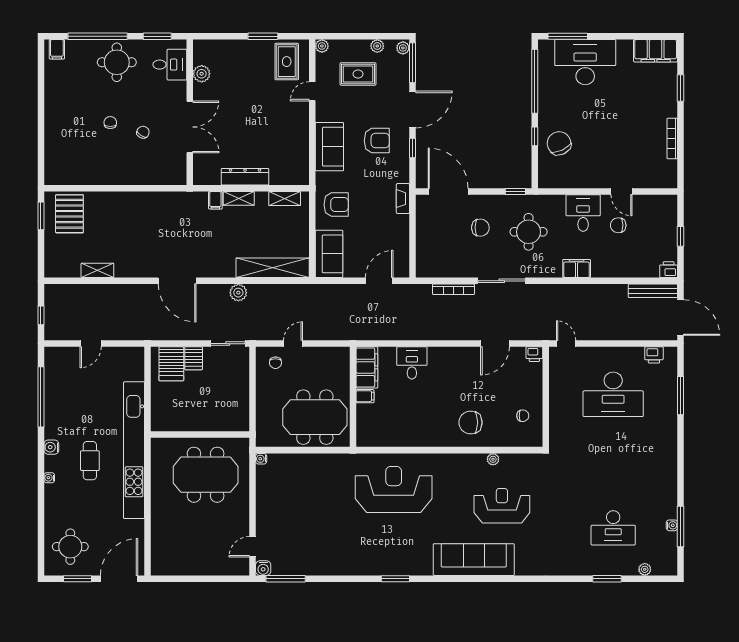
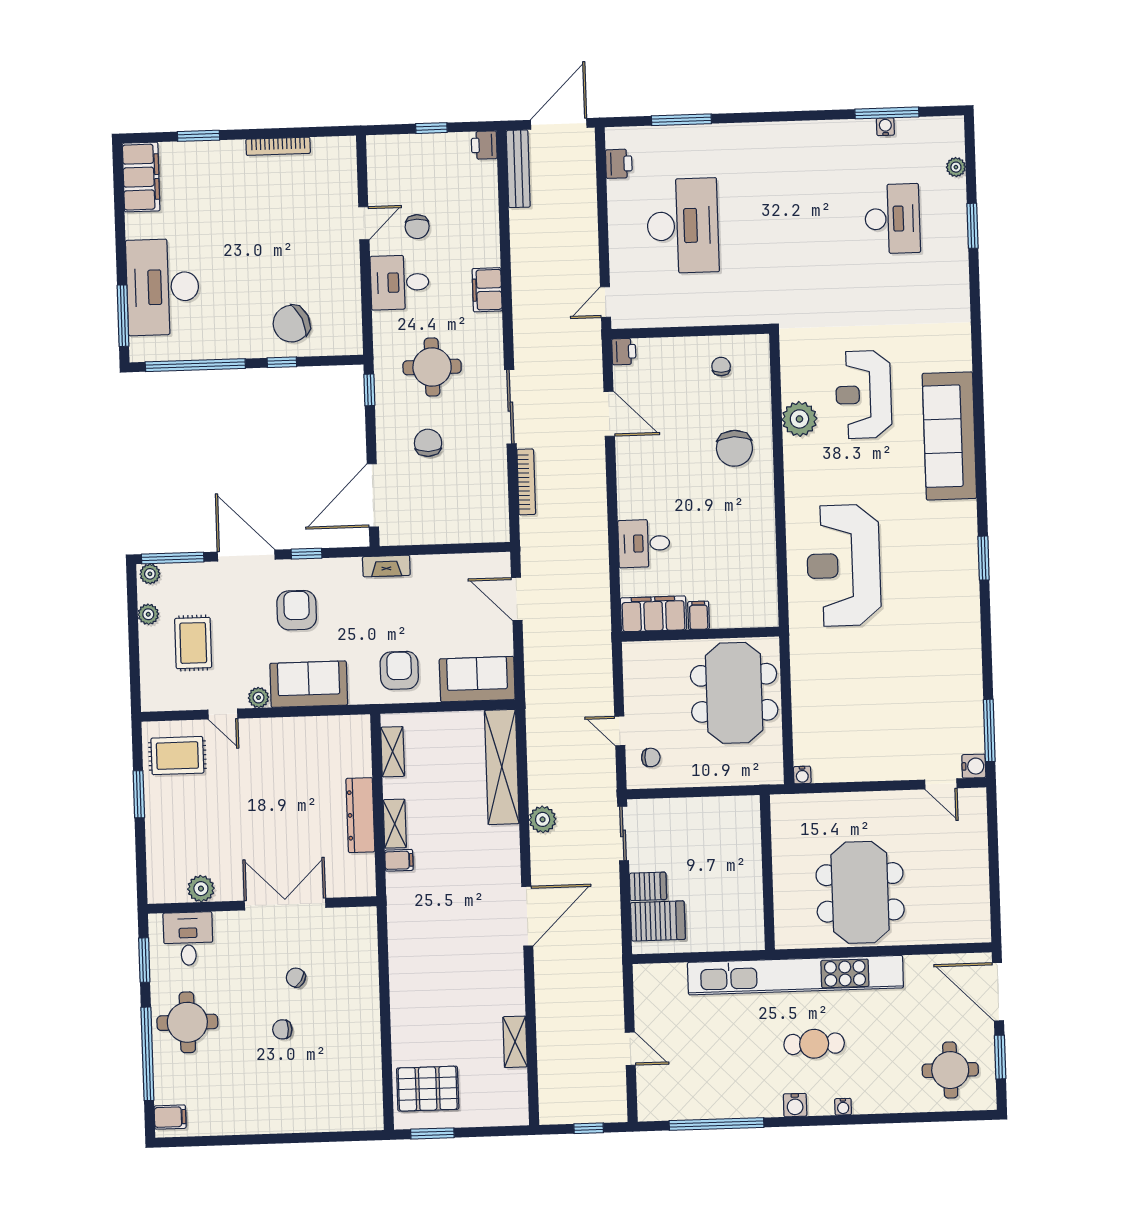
plant: (322, 46) -> (259, 698), moved
plant: (493, 459) -> (799, 419), width x1.87, depth x1.87
meeting table: (206, 475) -> (860, 892), moved

